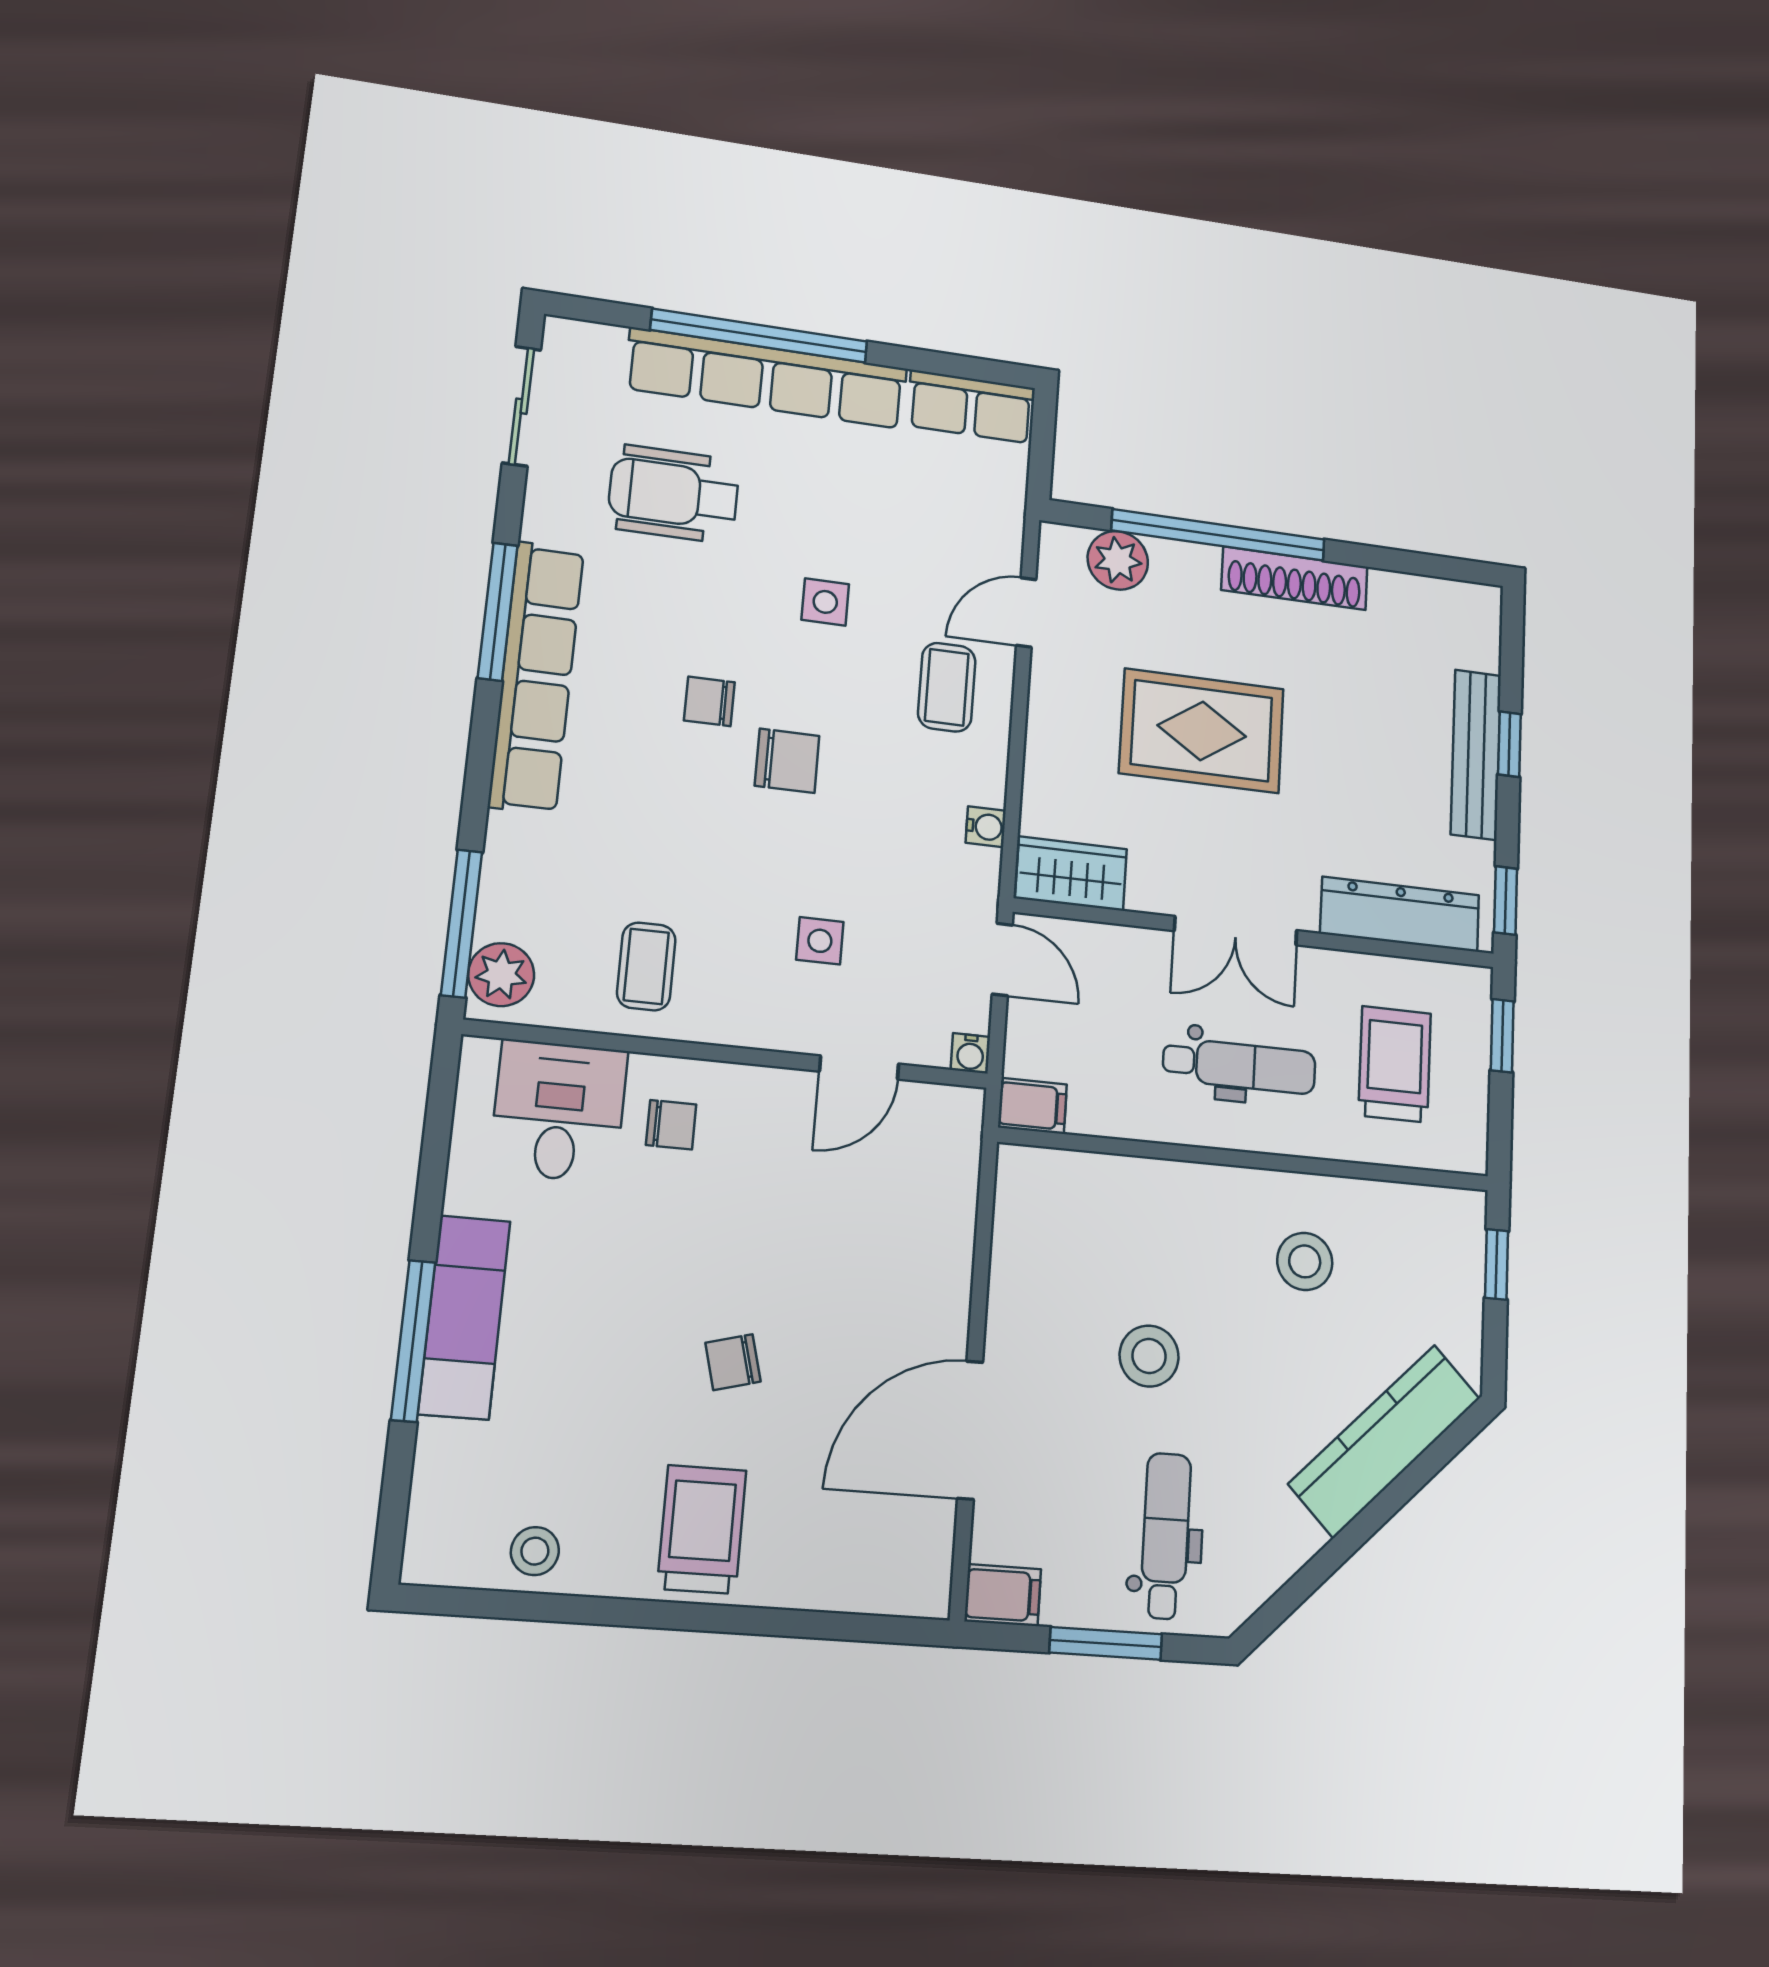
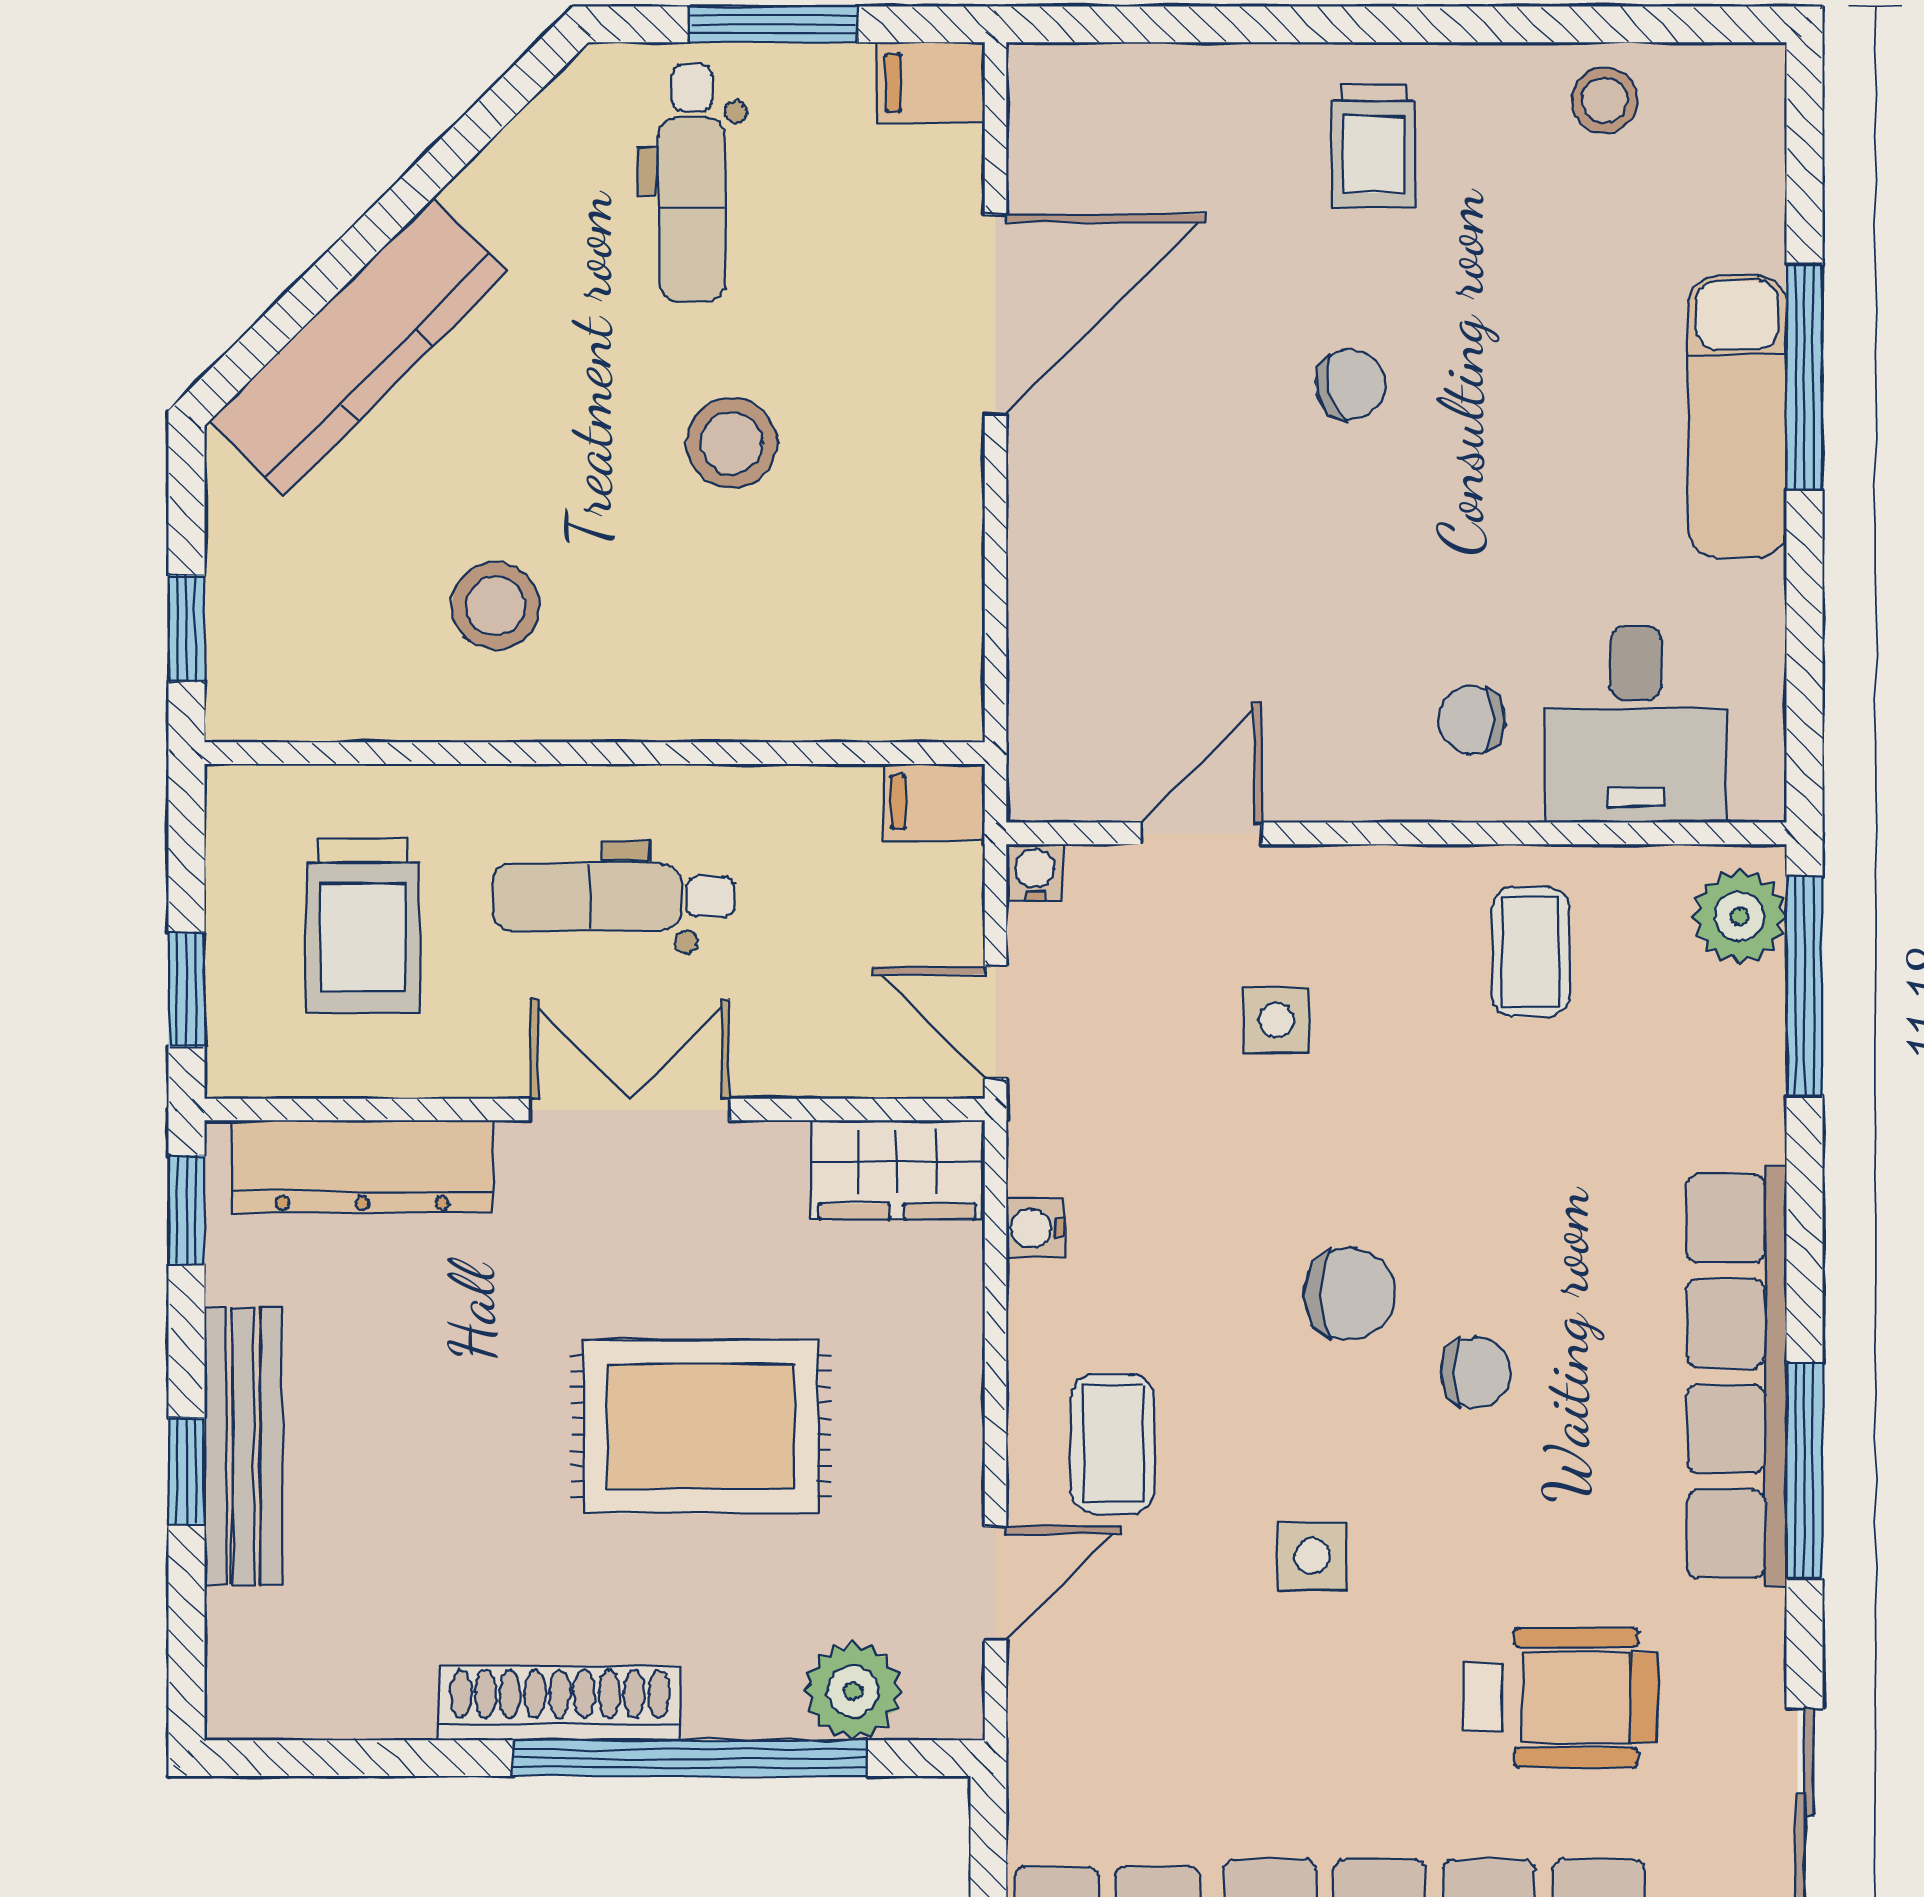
chair: (787, 761) -> (1350, 1294), turned 180
trolley: (702, 1529) -> (1374, 146), width x0.73, depth x0.72

